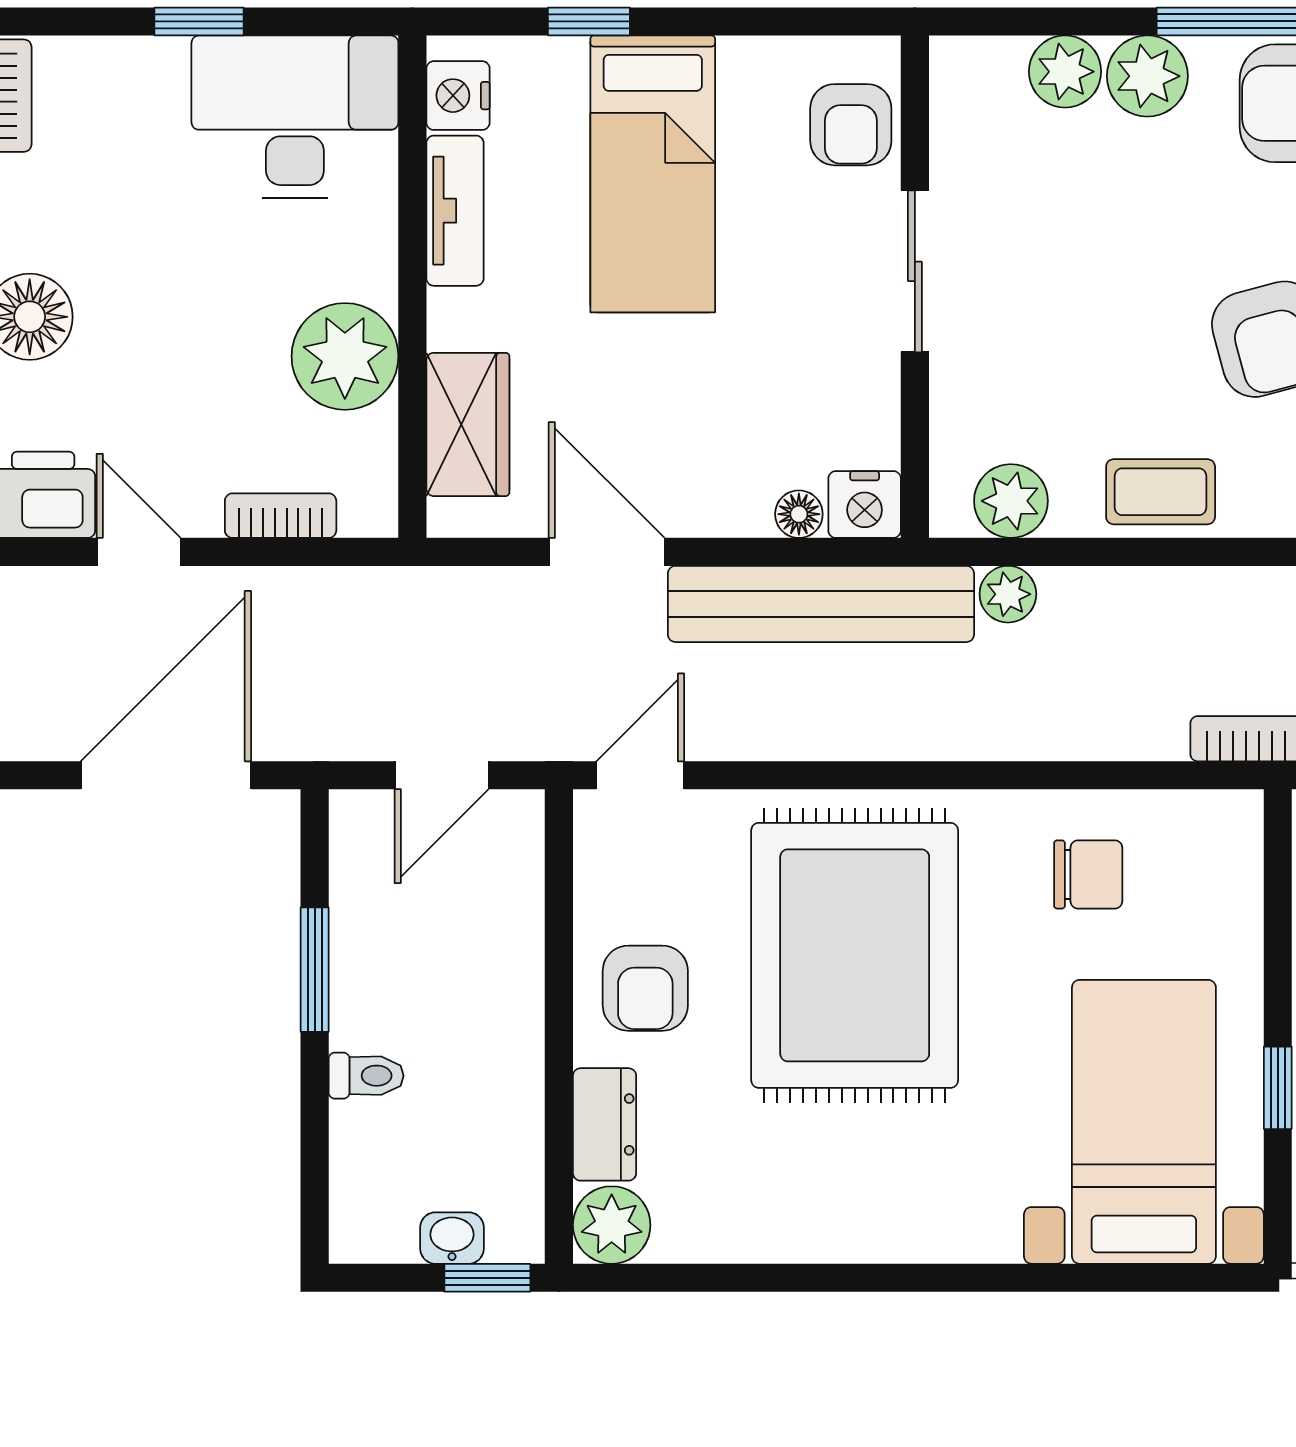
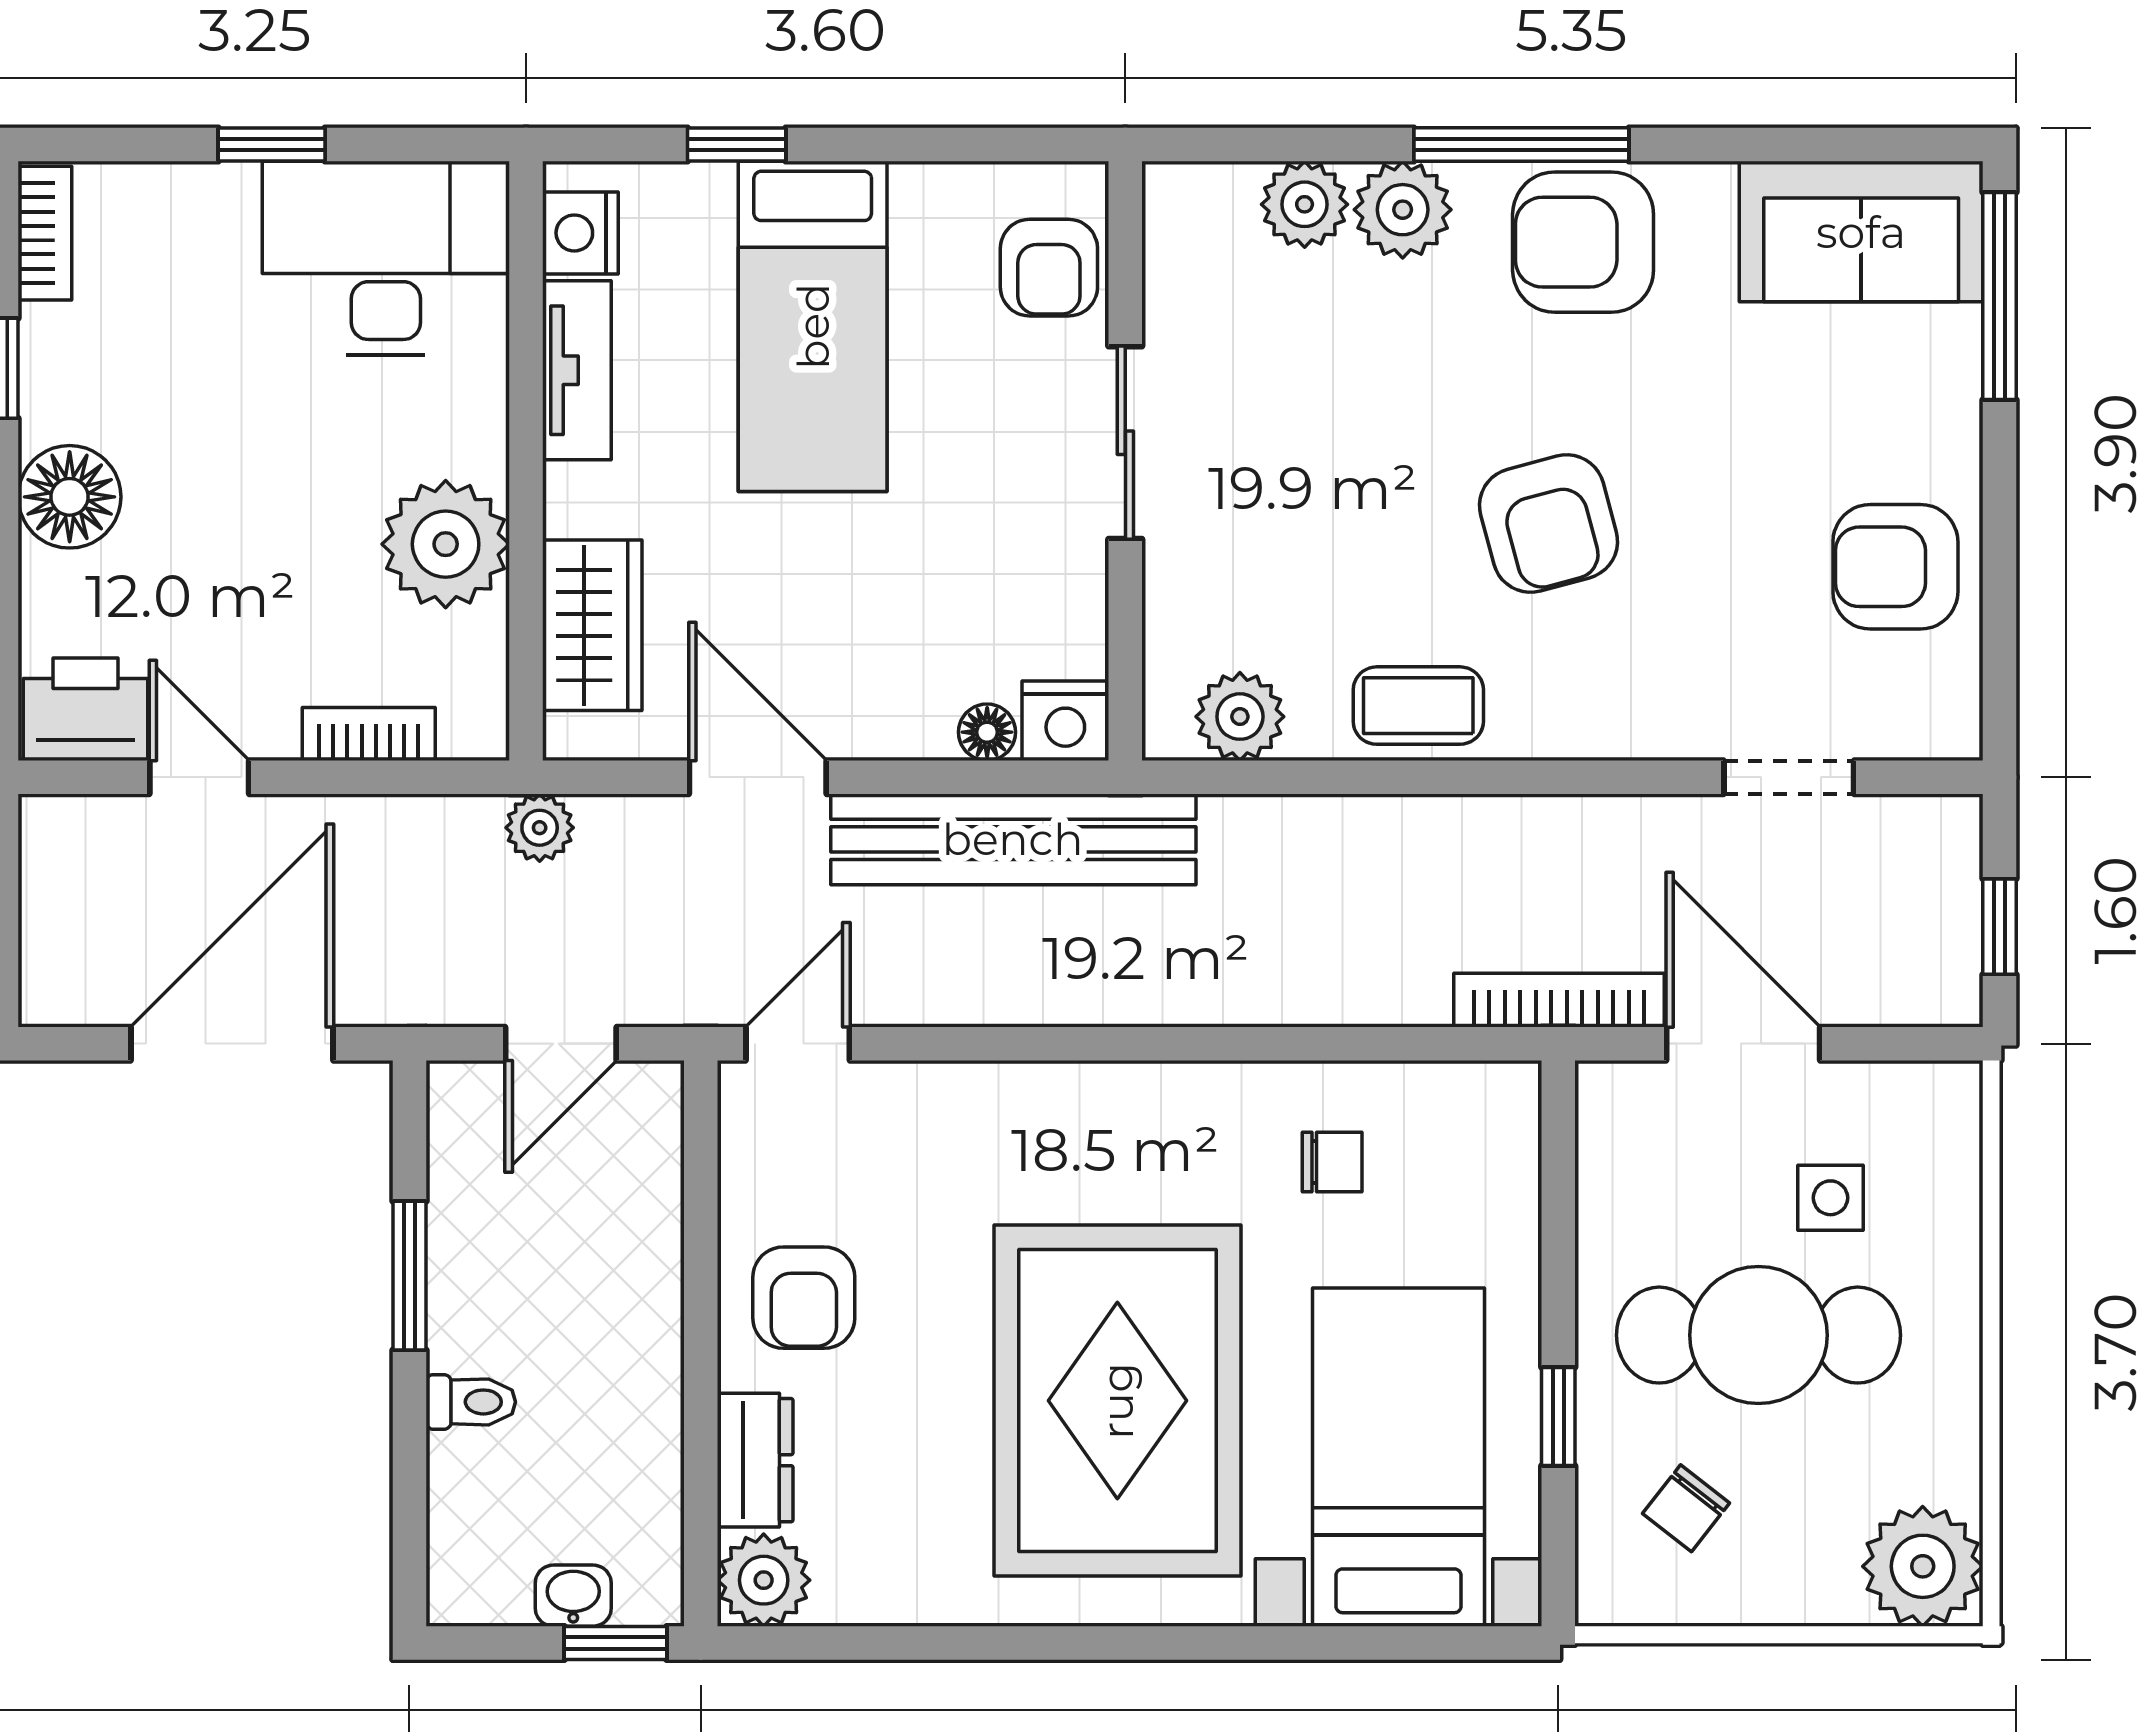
plant: (1008, 594) -> (540, 828), moved
chair: (1088, 874) -> (1332, 1162), width x0.73, depth x0.73
rug: (855, 955) -> (1117, 1401), moved

